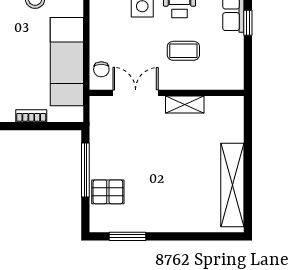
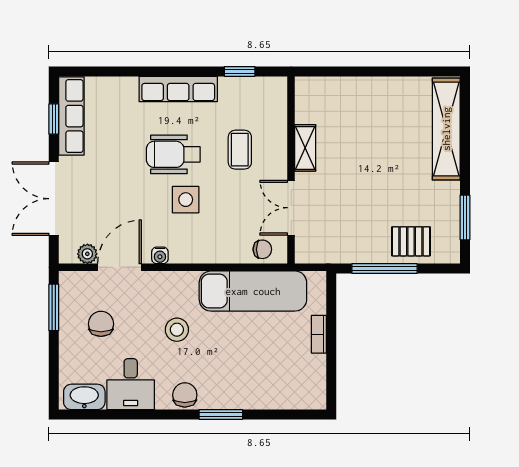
window: (248, 23) -> (240, 71), moved
shelving: (232, 185) -> (446, 129), moved, turned 90
pallet: (108, 192) -> (411, 241), turned 90

